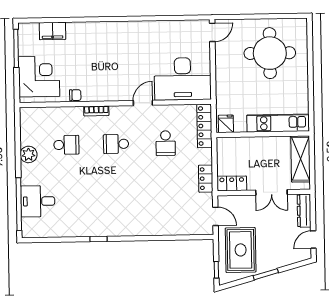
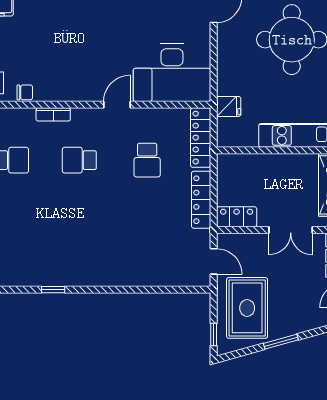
fridge: (226, 124) -> (229, 106), moved, turned 90
locker: (206, 179) -> (201, 200), width x1.53

